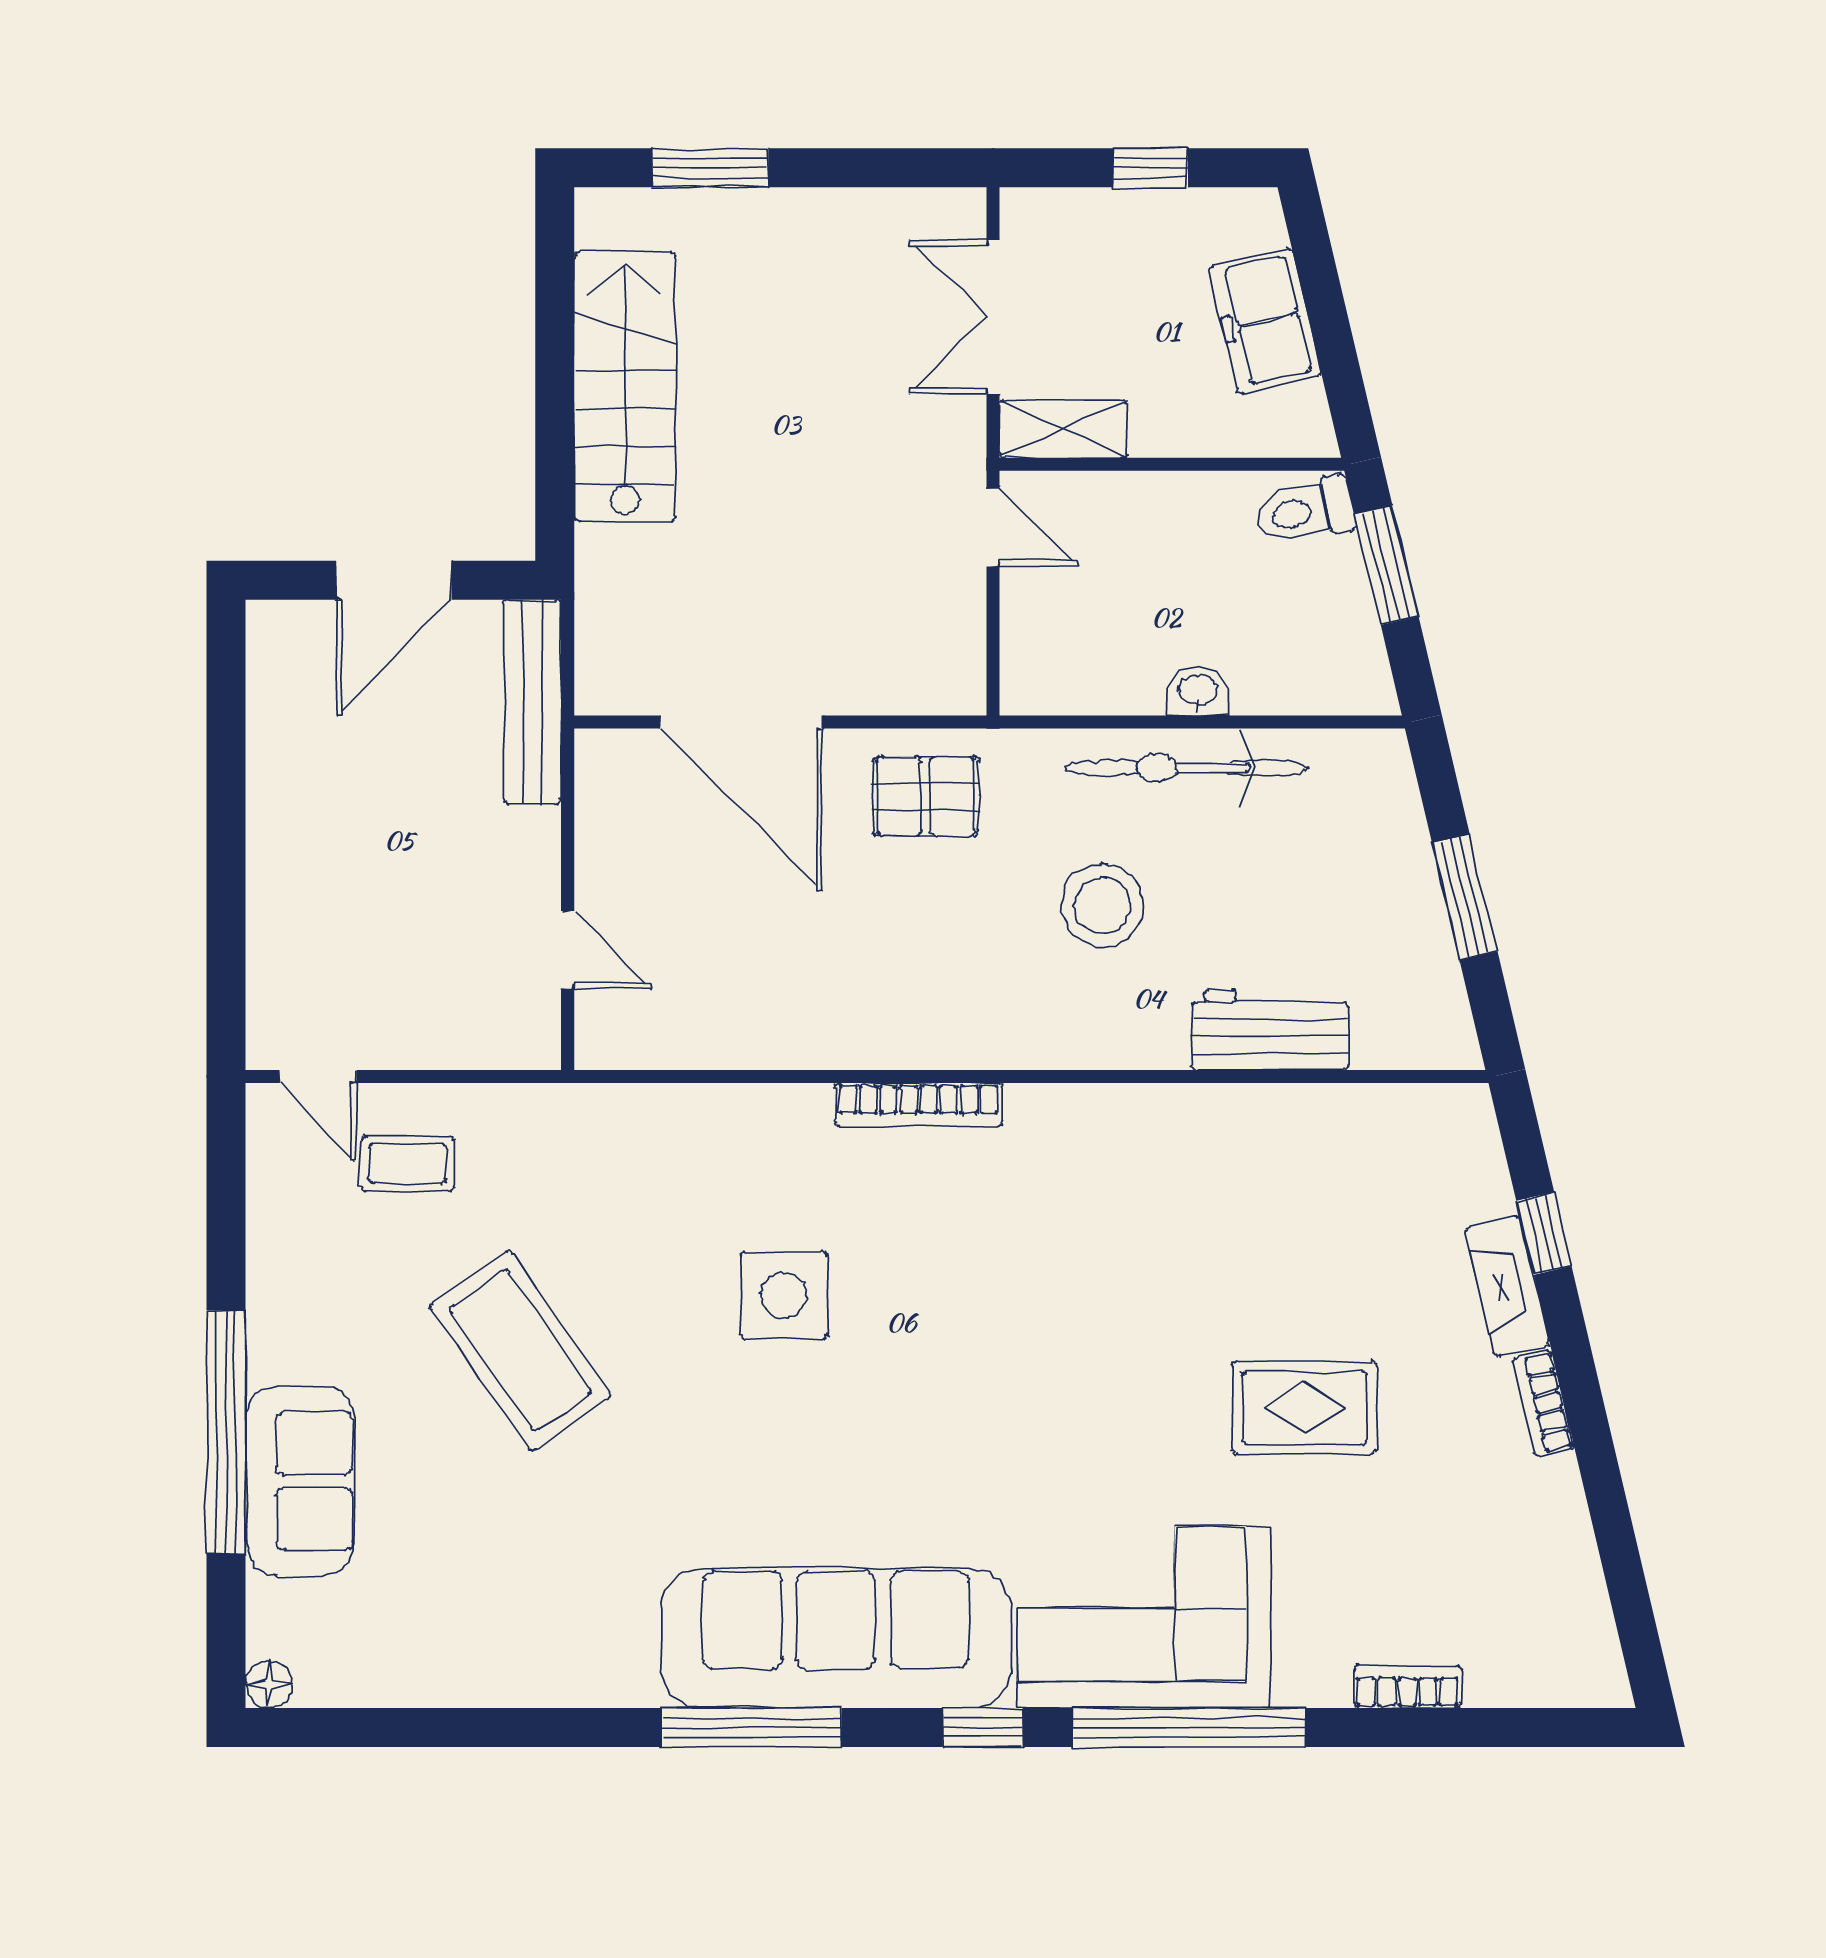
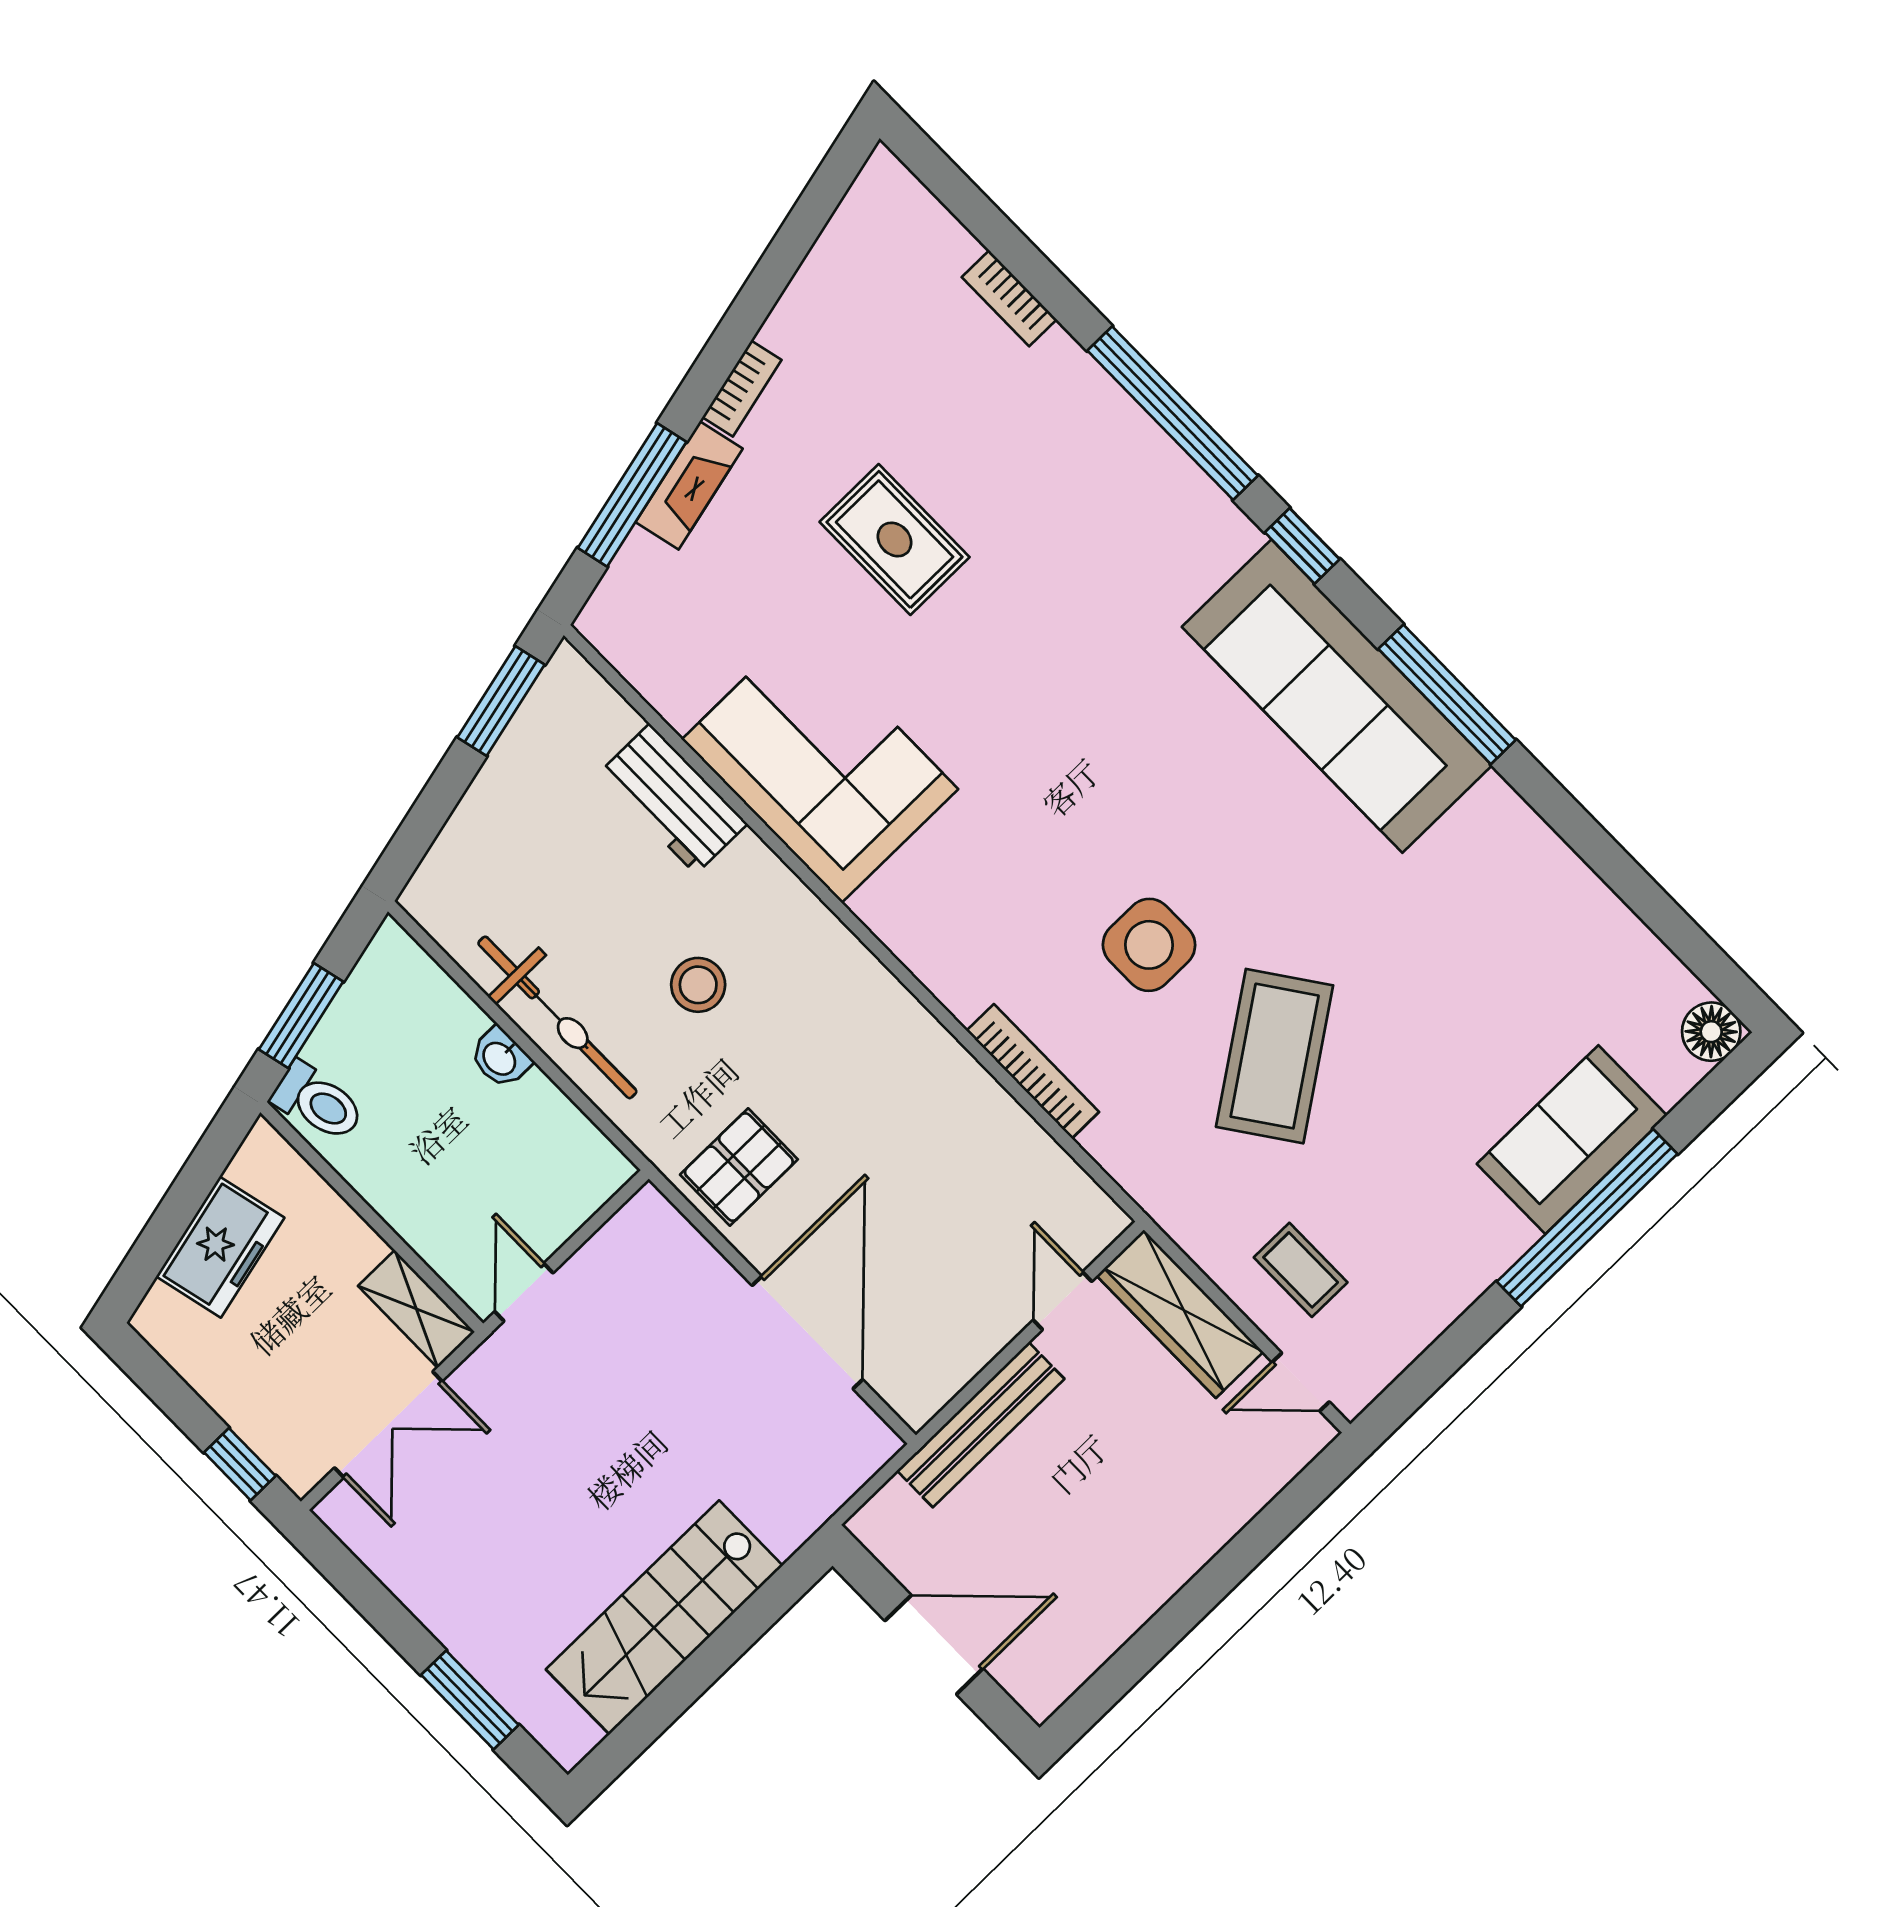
window: (1151, 168) -> (240, 1464), moved
bench: (533, 702) -> (981, 1425), moved
pallet: (926, 796) -> (739, 1167), turned 90
window: (1465, 897) -> (501, 701), moved
stool: (1102, 905) -> (698, 985), width x0.73, depth x0.73
wardrobe: (466, 1033) -> (1180, 1314), added
door: (318, 1077) -> (1301, 1382), swing flipped
bookcase: (919, 1104) -> (1033, 1071), moved
window: (1544, 1233) -> (632, 495), width x2.17
coffee table: (520, 1351) -> (1275, 1056), moved
corner sofa: (1144, 1617) -> (820, 764), moved, turned 180
floor lamp: (269, 1684) -> (1711, 1032), width x1.37, depth x1.37

